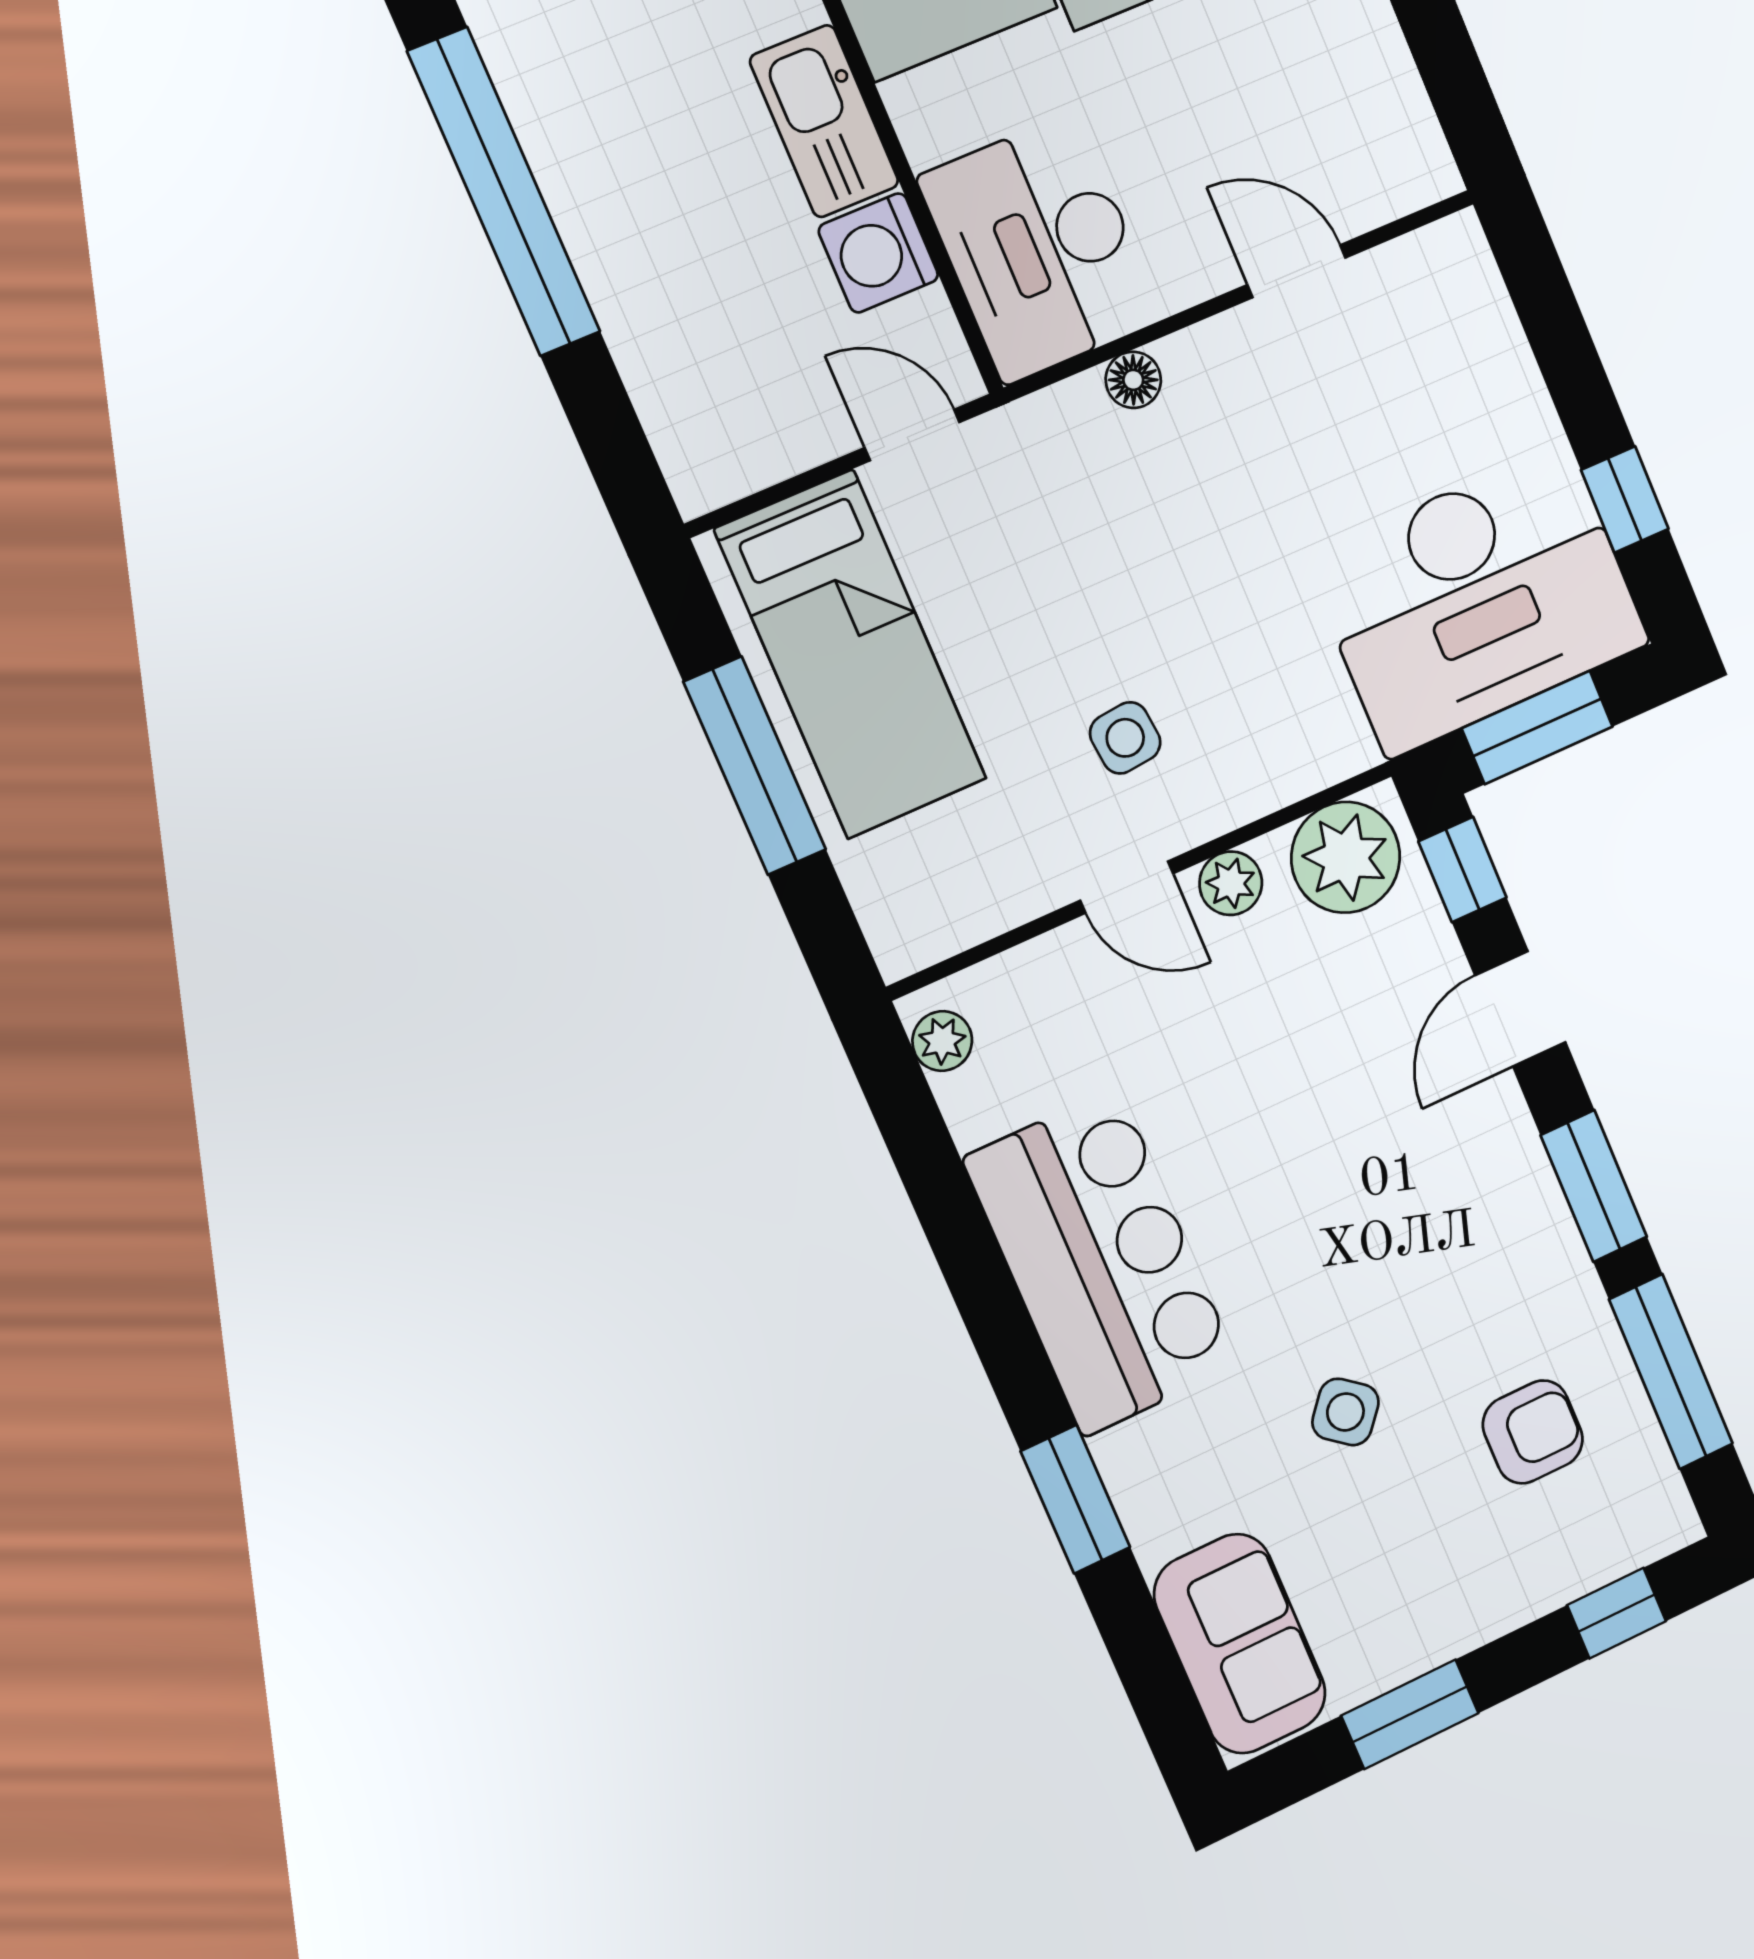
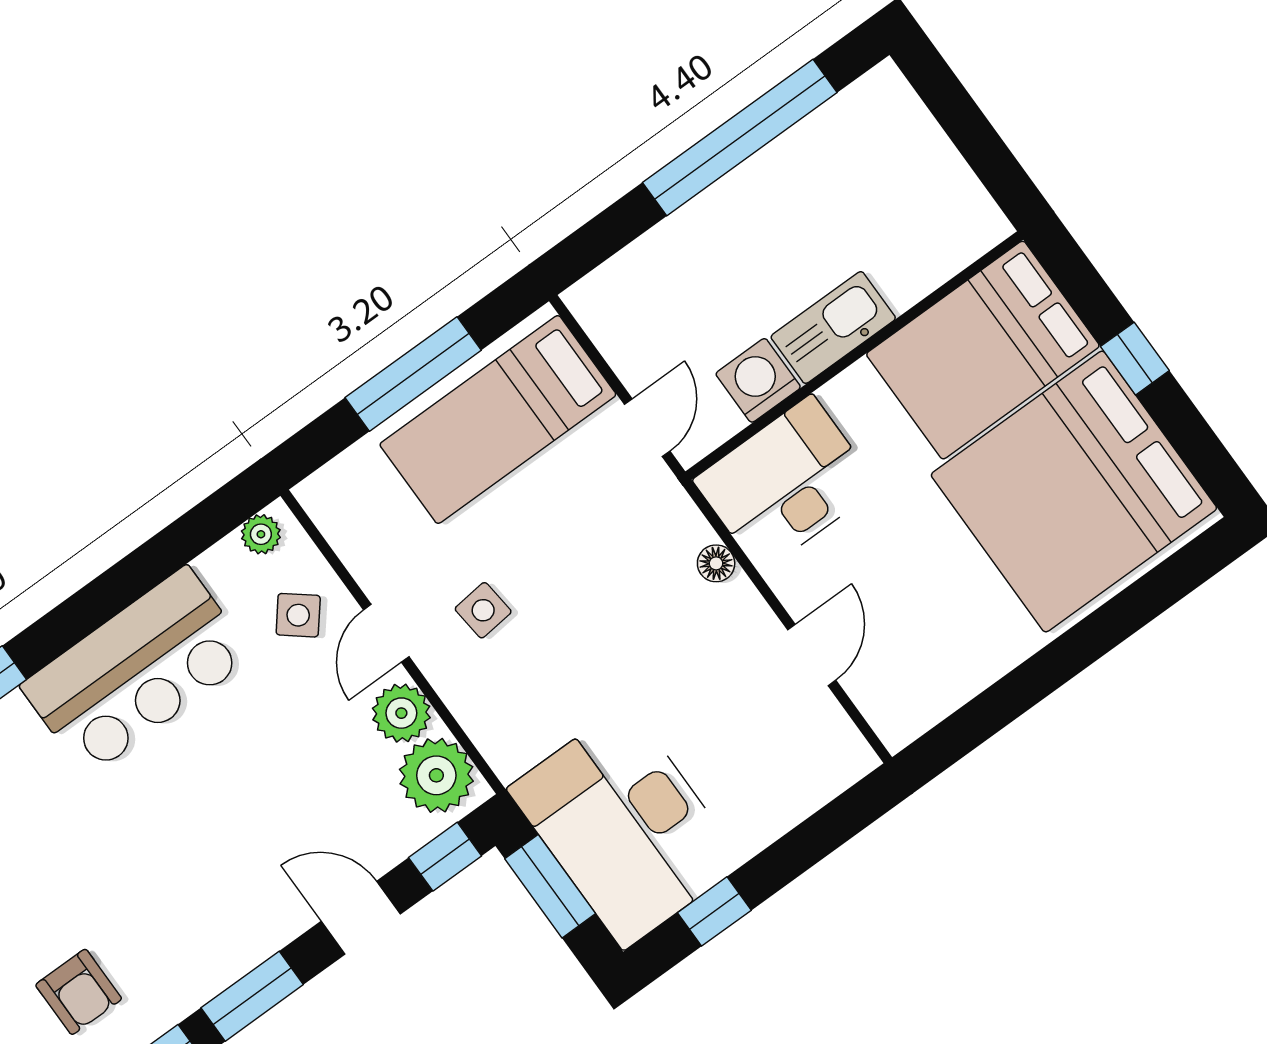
plant: (1231, 883) -> (401, 713), width x1.38, depth x1.38
side table: (1345, 1412) -> (298, 615), moved

